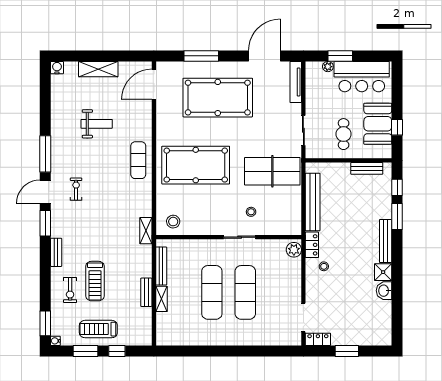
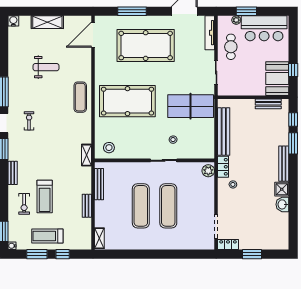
booth: (378, 124) -> (277, 79), moved
cafe table: (344, 134) -> (231, 47), moved
shelving: (162, 299) -> (99, 238), moved

